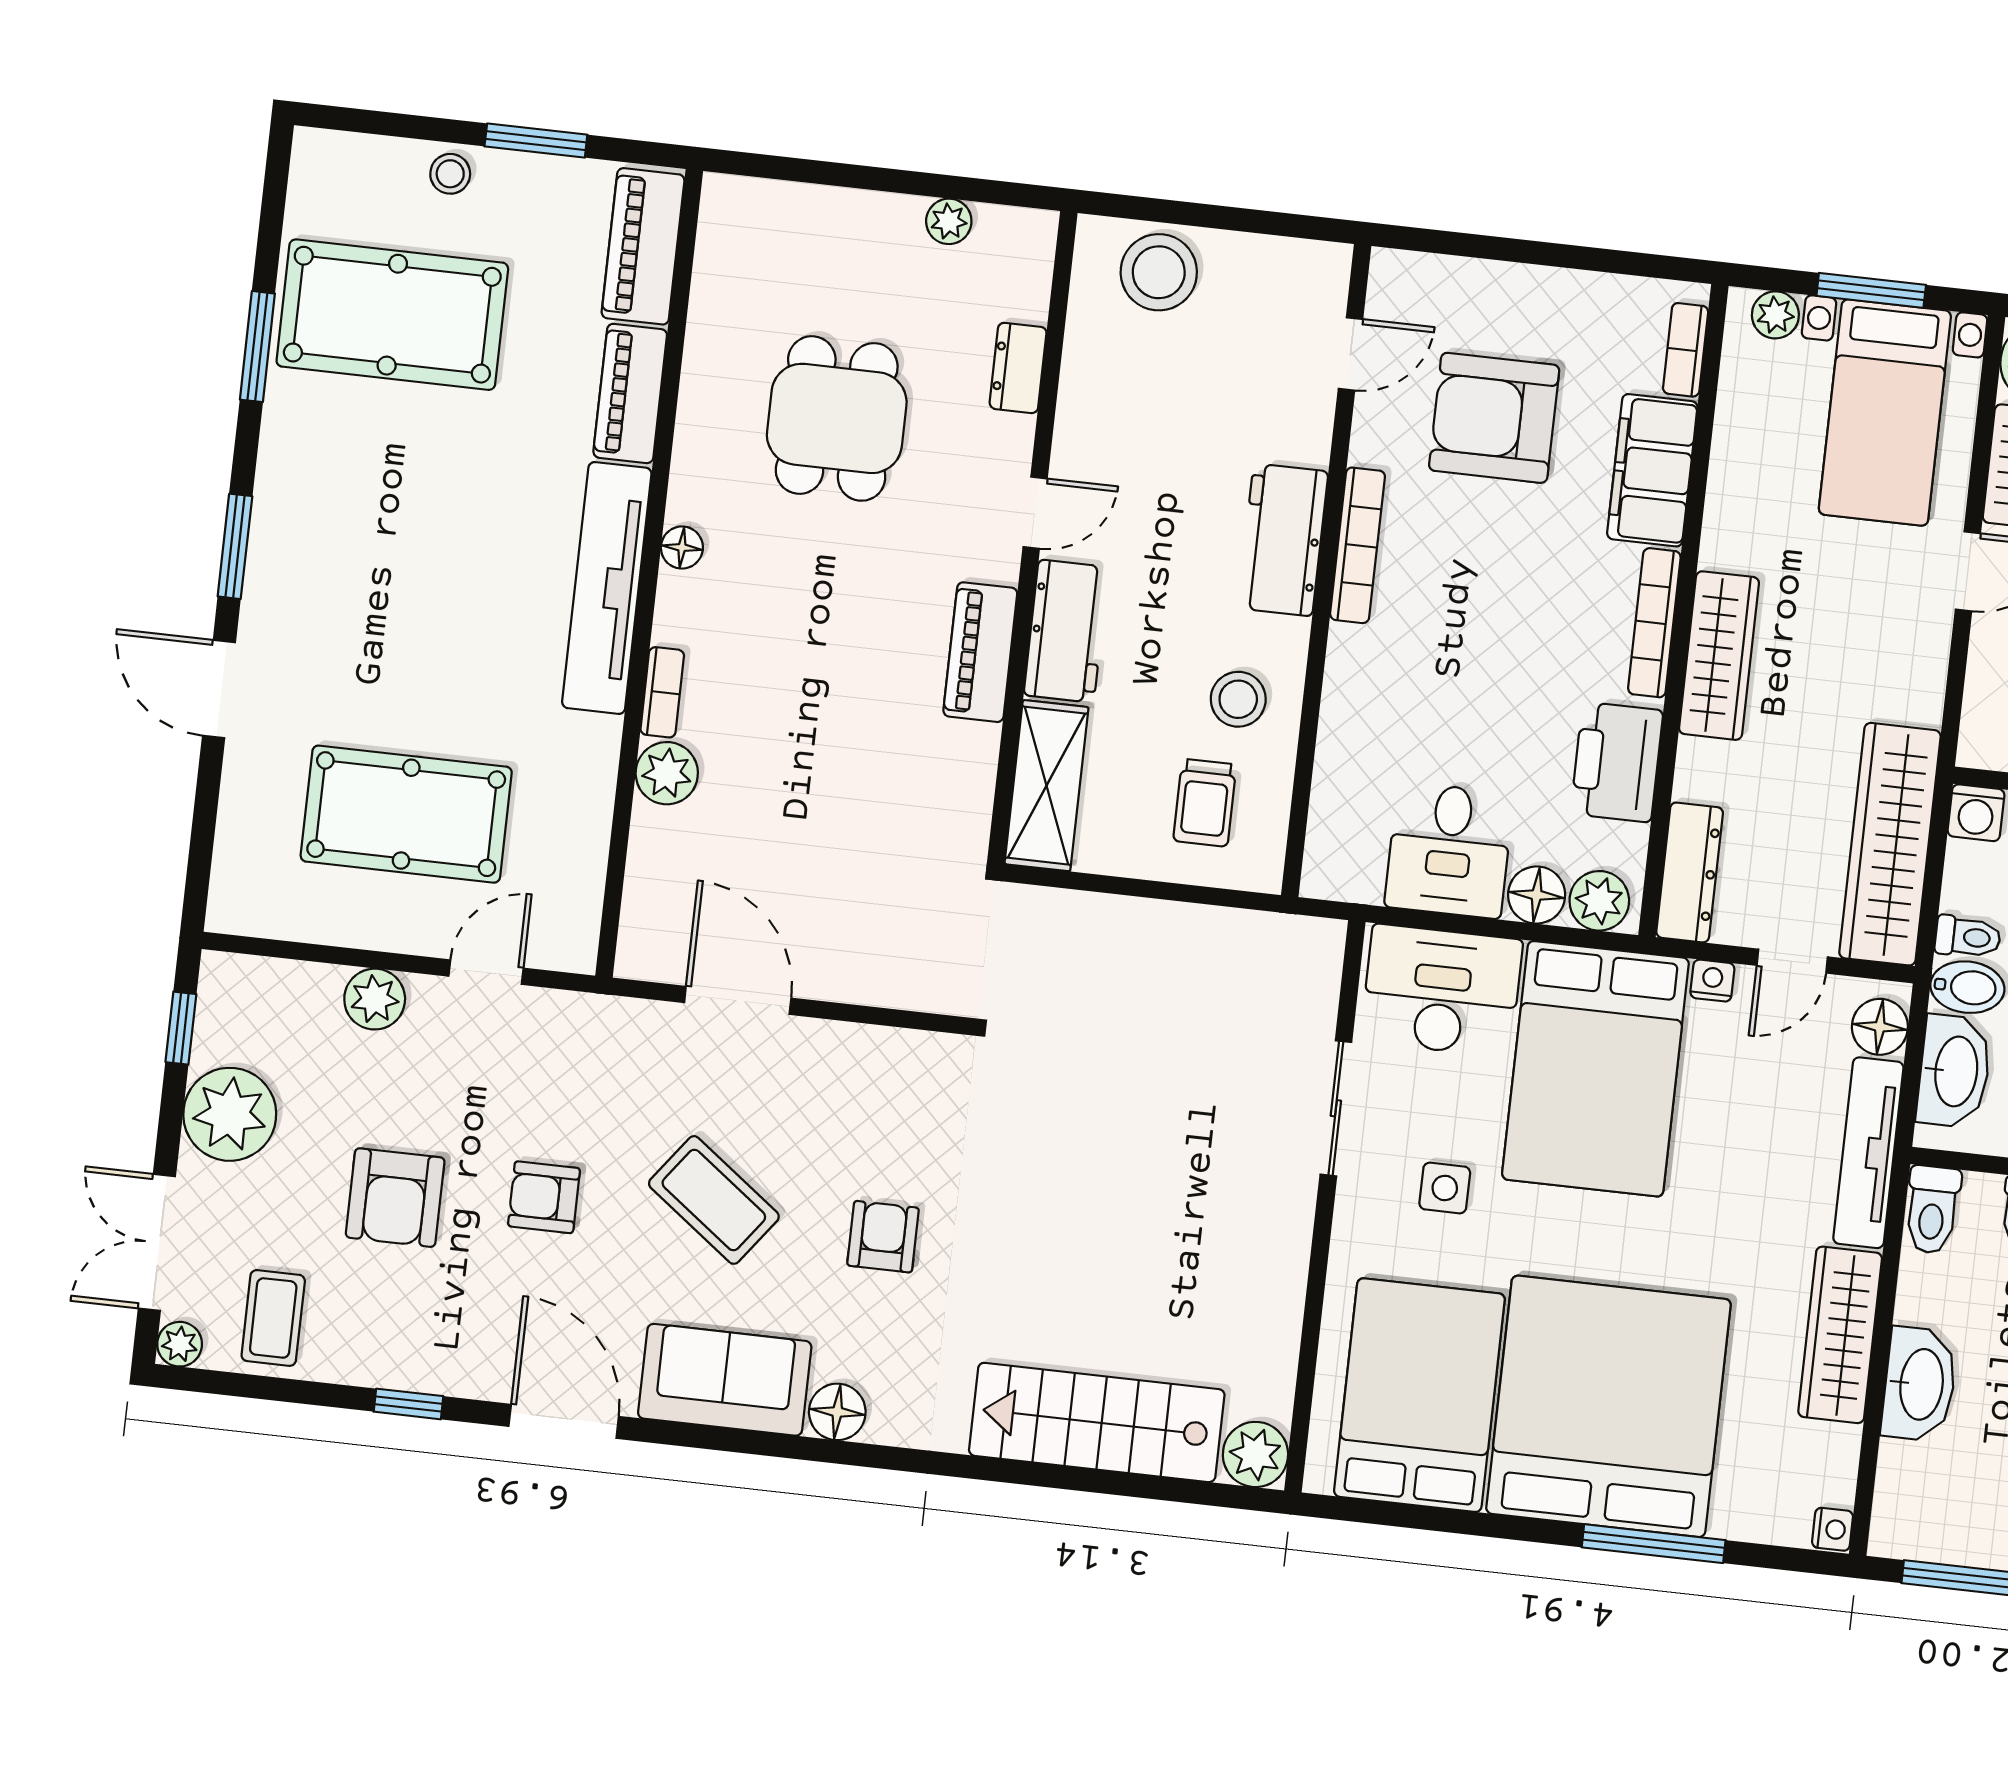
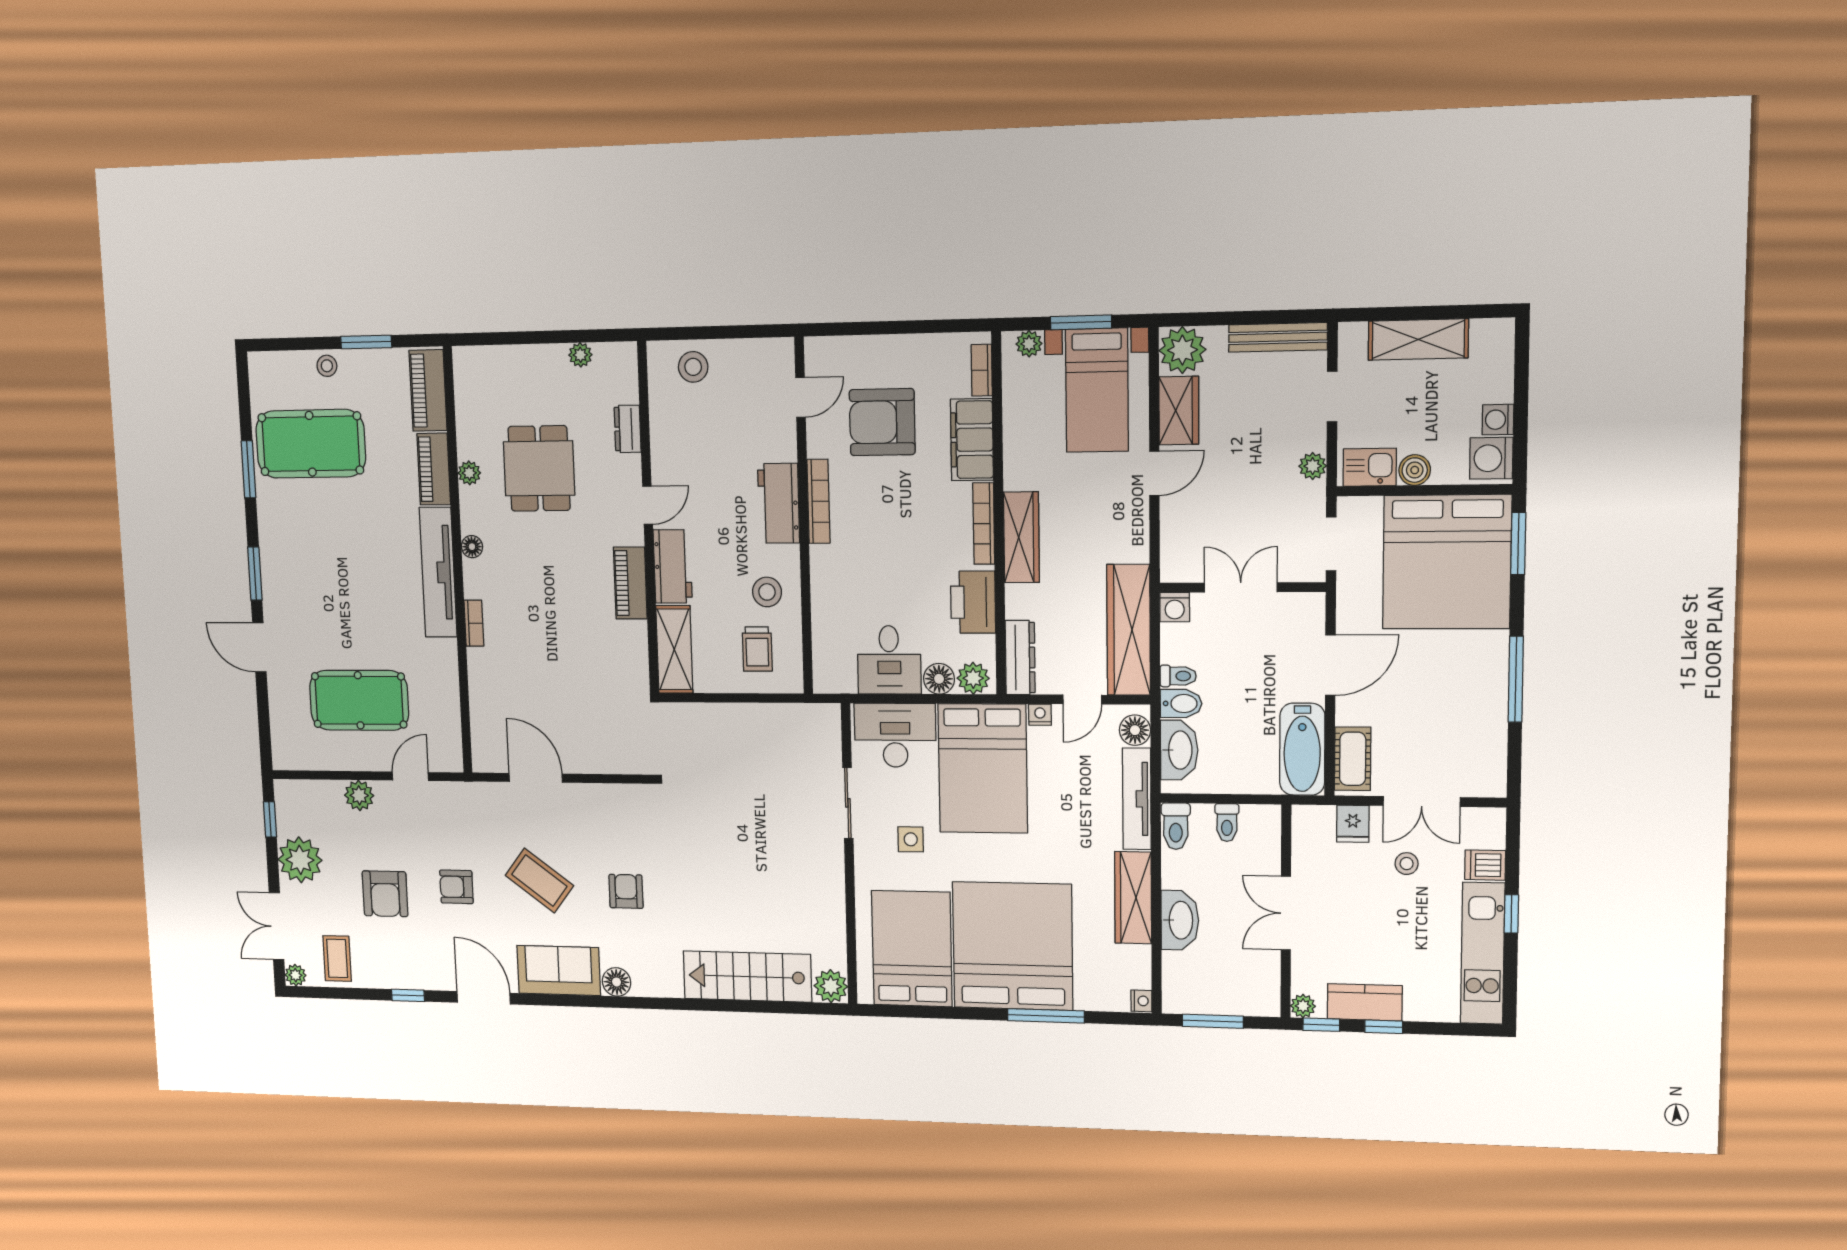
stool: (1159, 272) -> (693, 367), width x0.73, depth x0.73
plant: (667, 773) -> (469, 473), moved, width x0.73, depth x0.73

